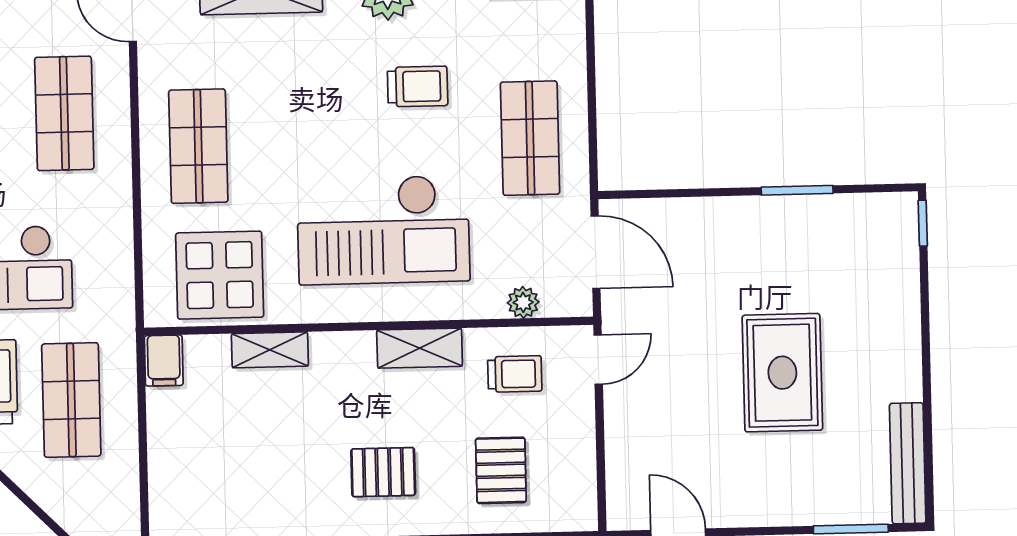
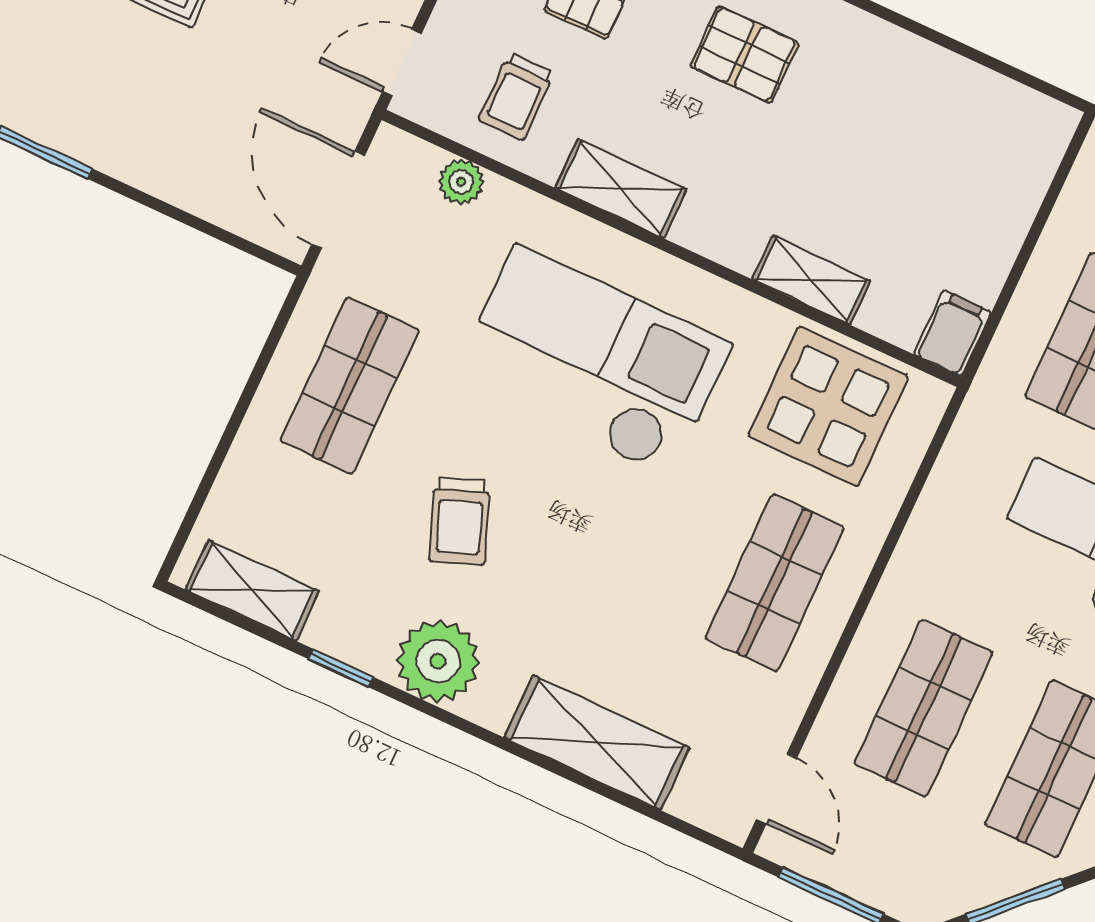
trolley: (418, 86) -> (460, 521), turned -111
trolley: (515, 374) -> (516, 96), turned -90

